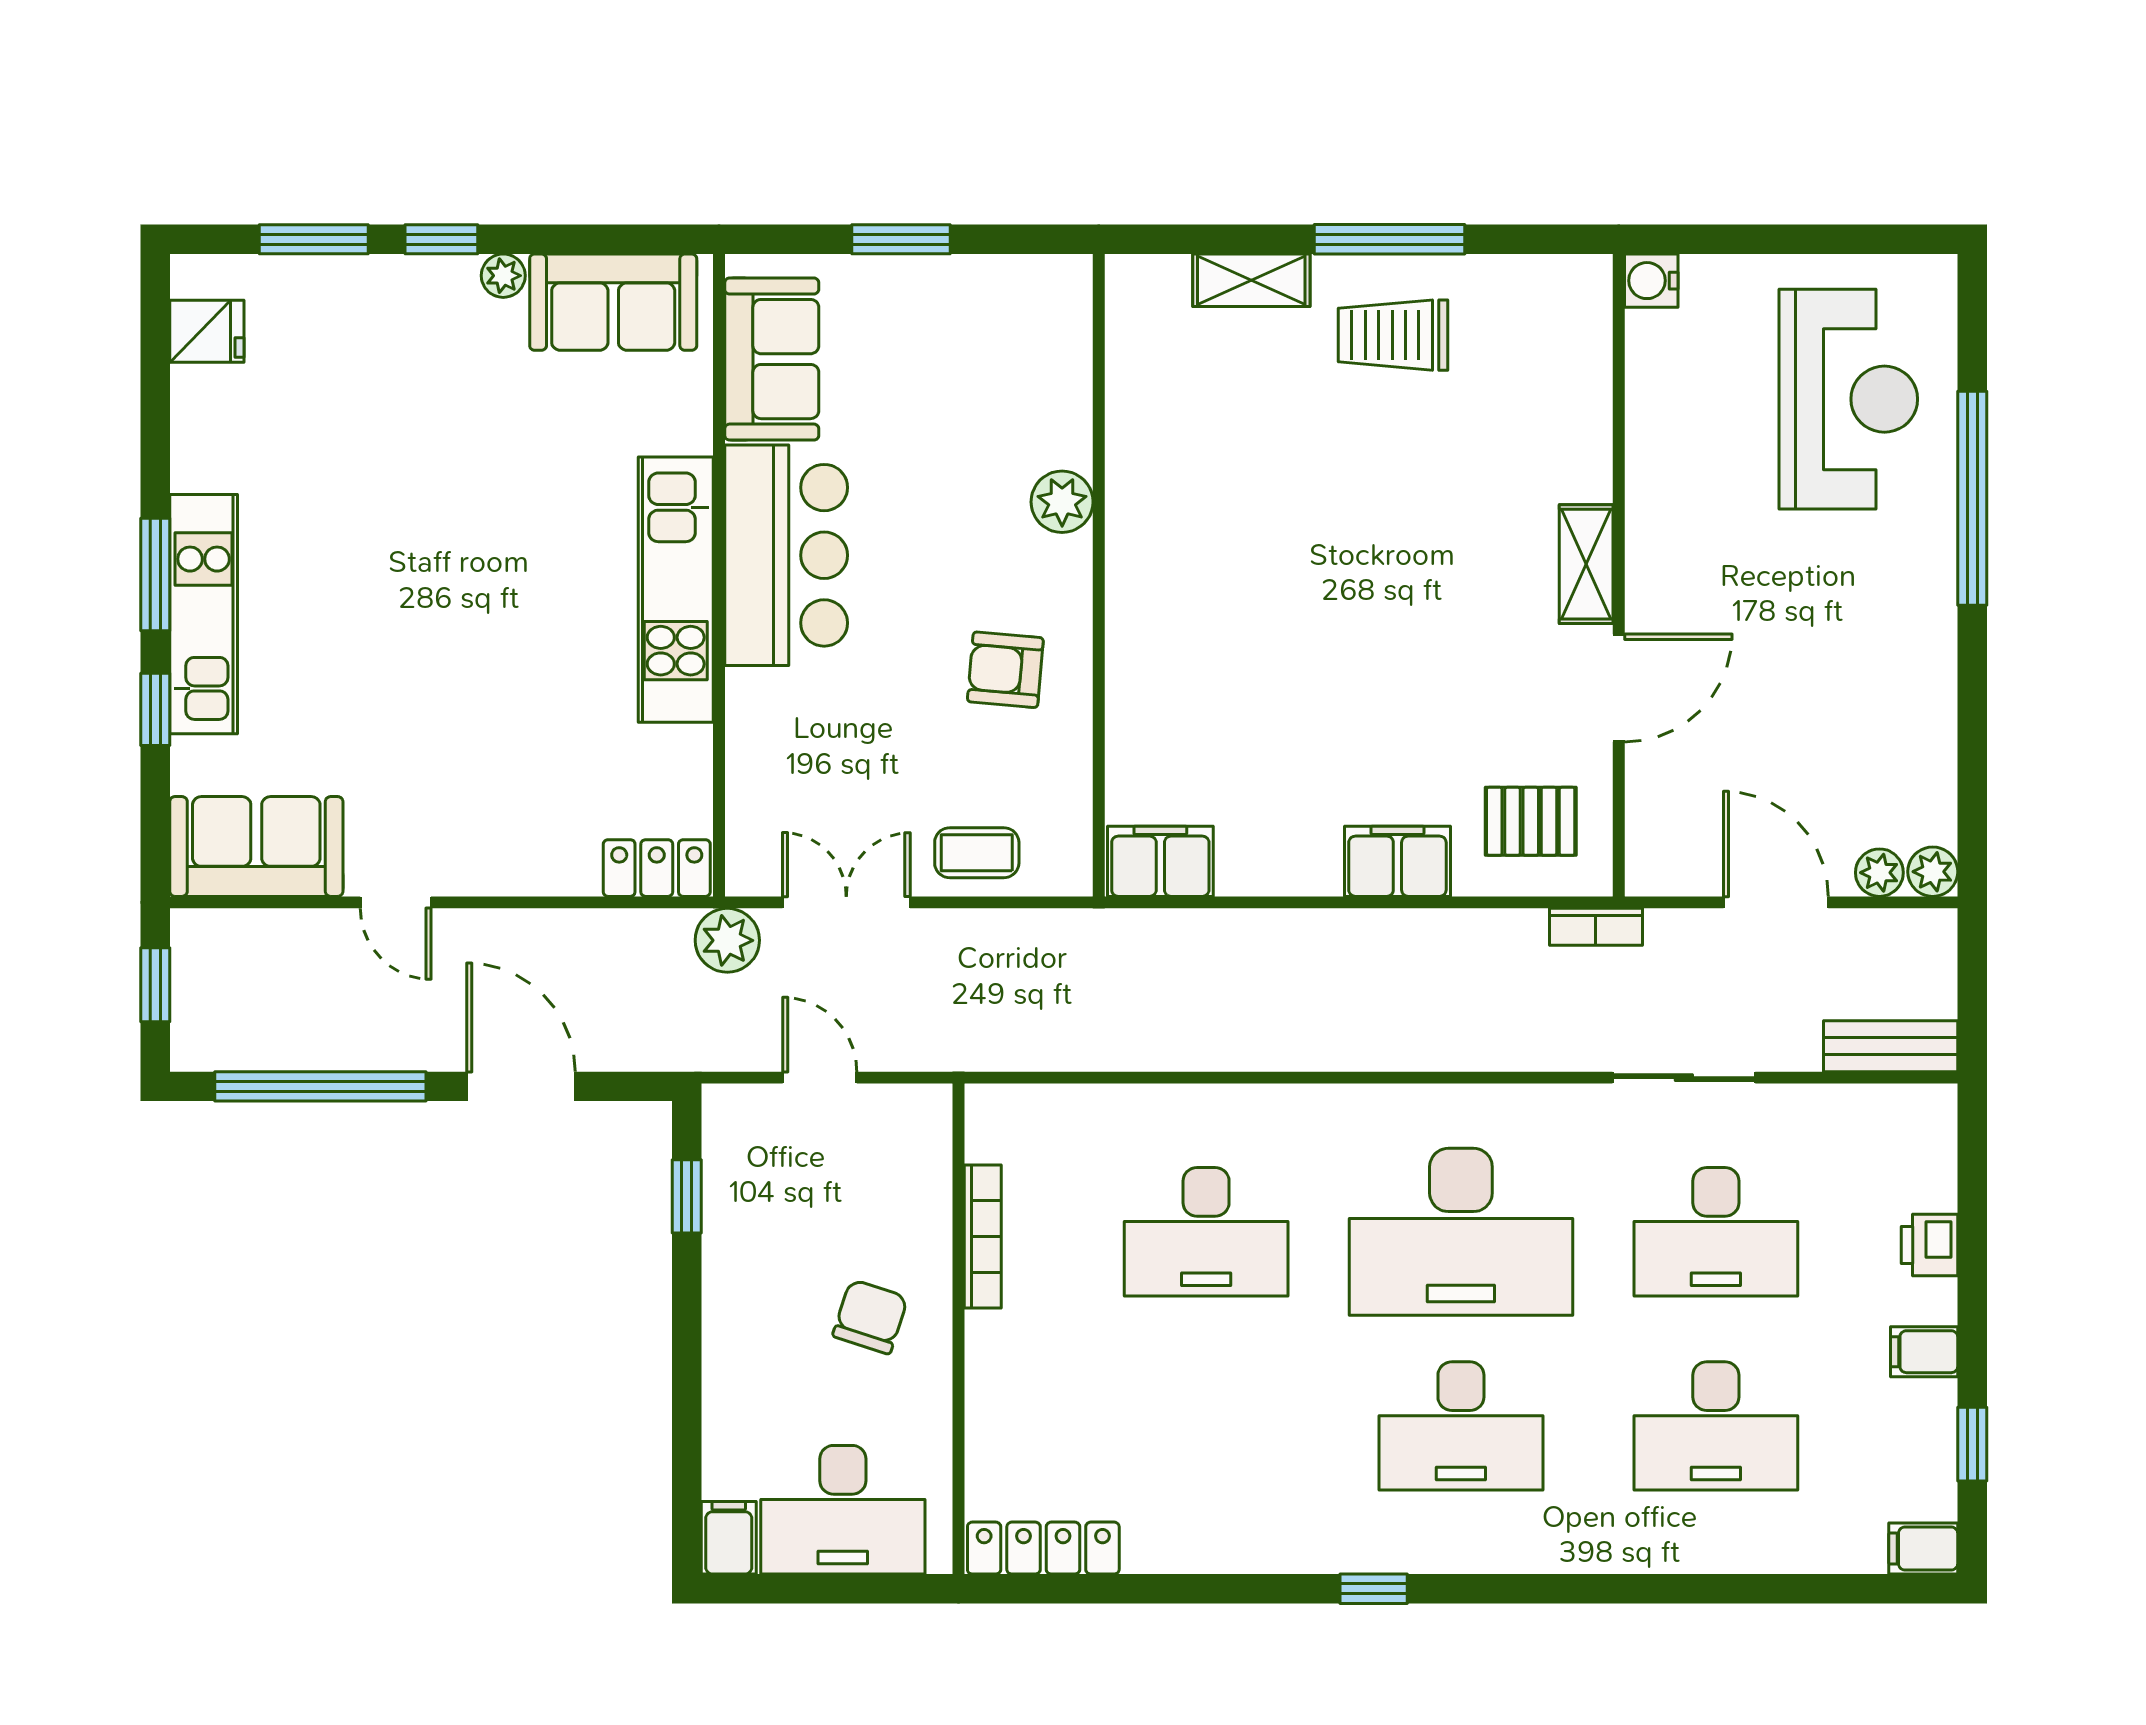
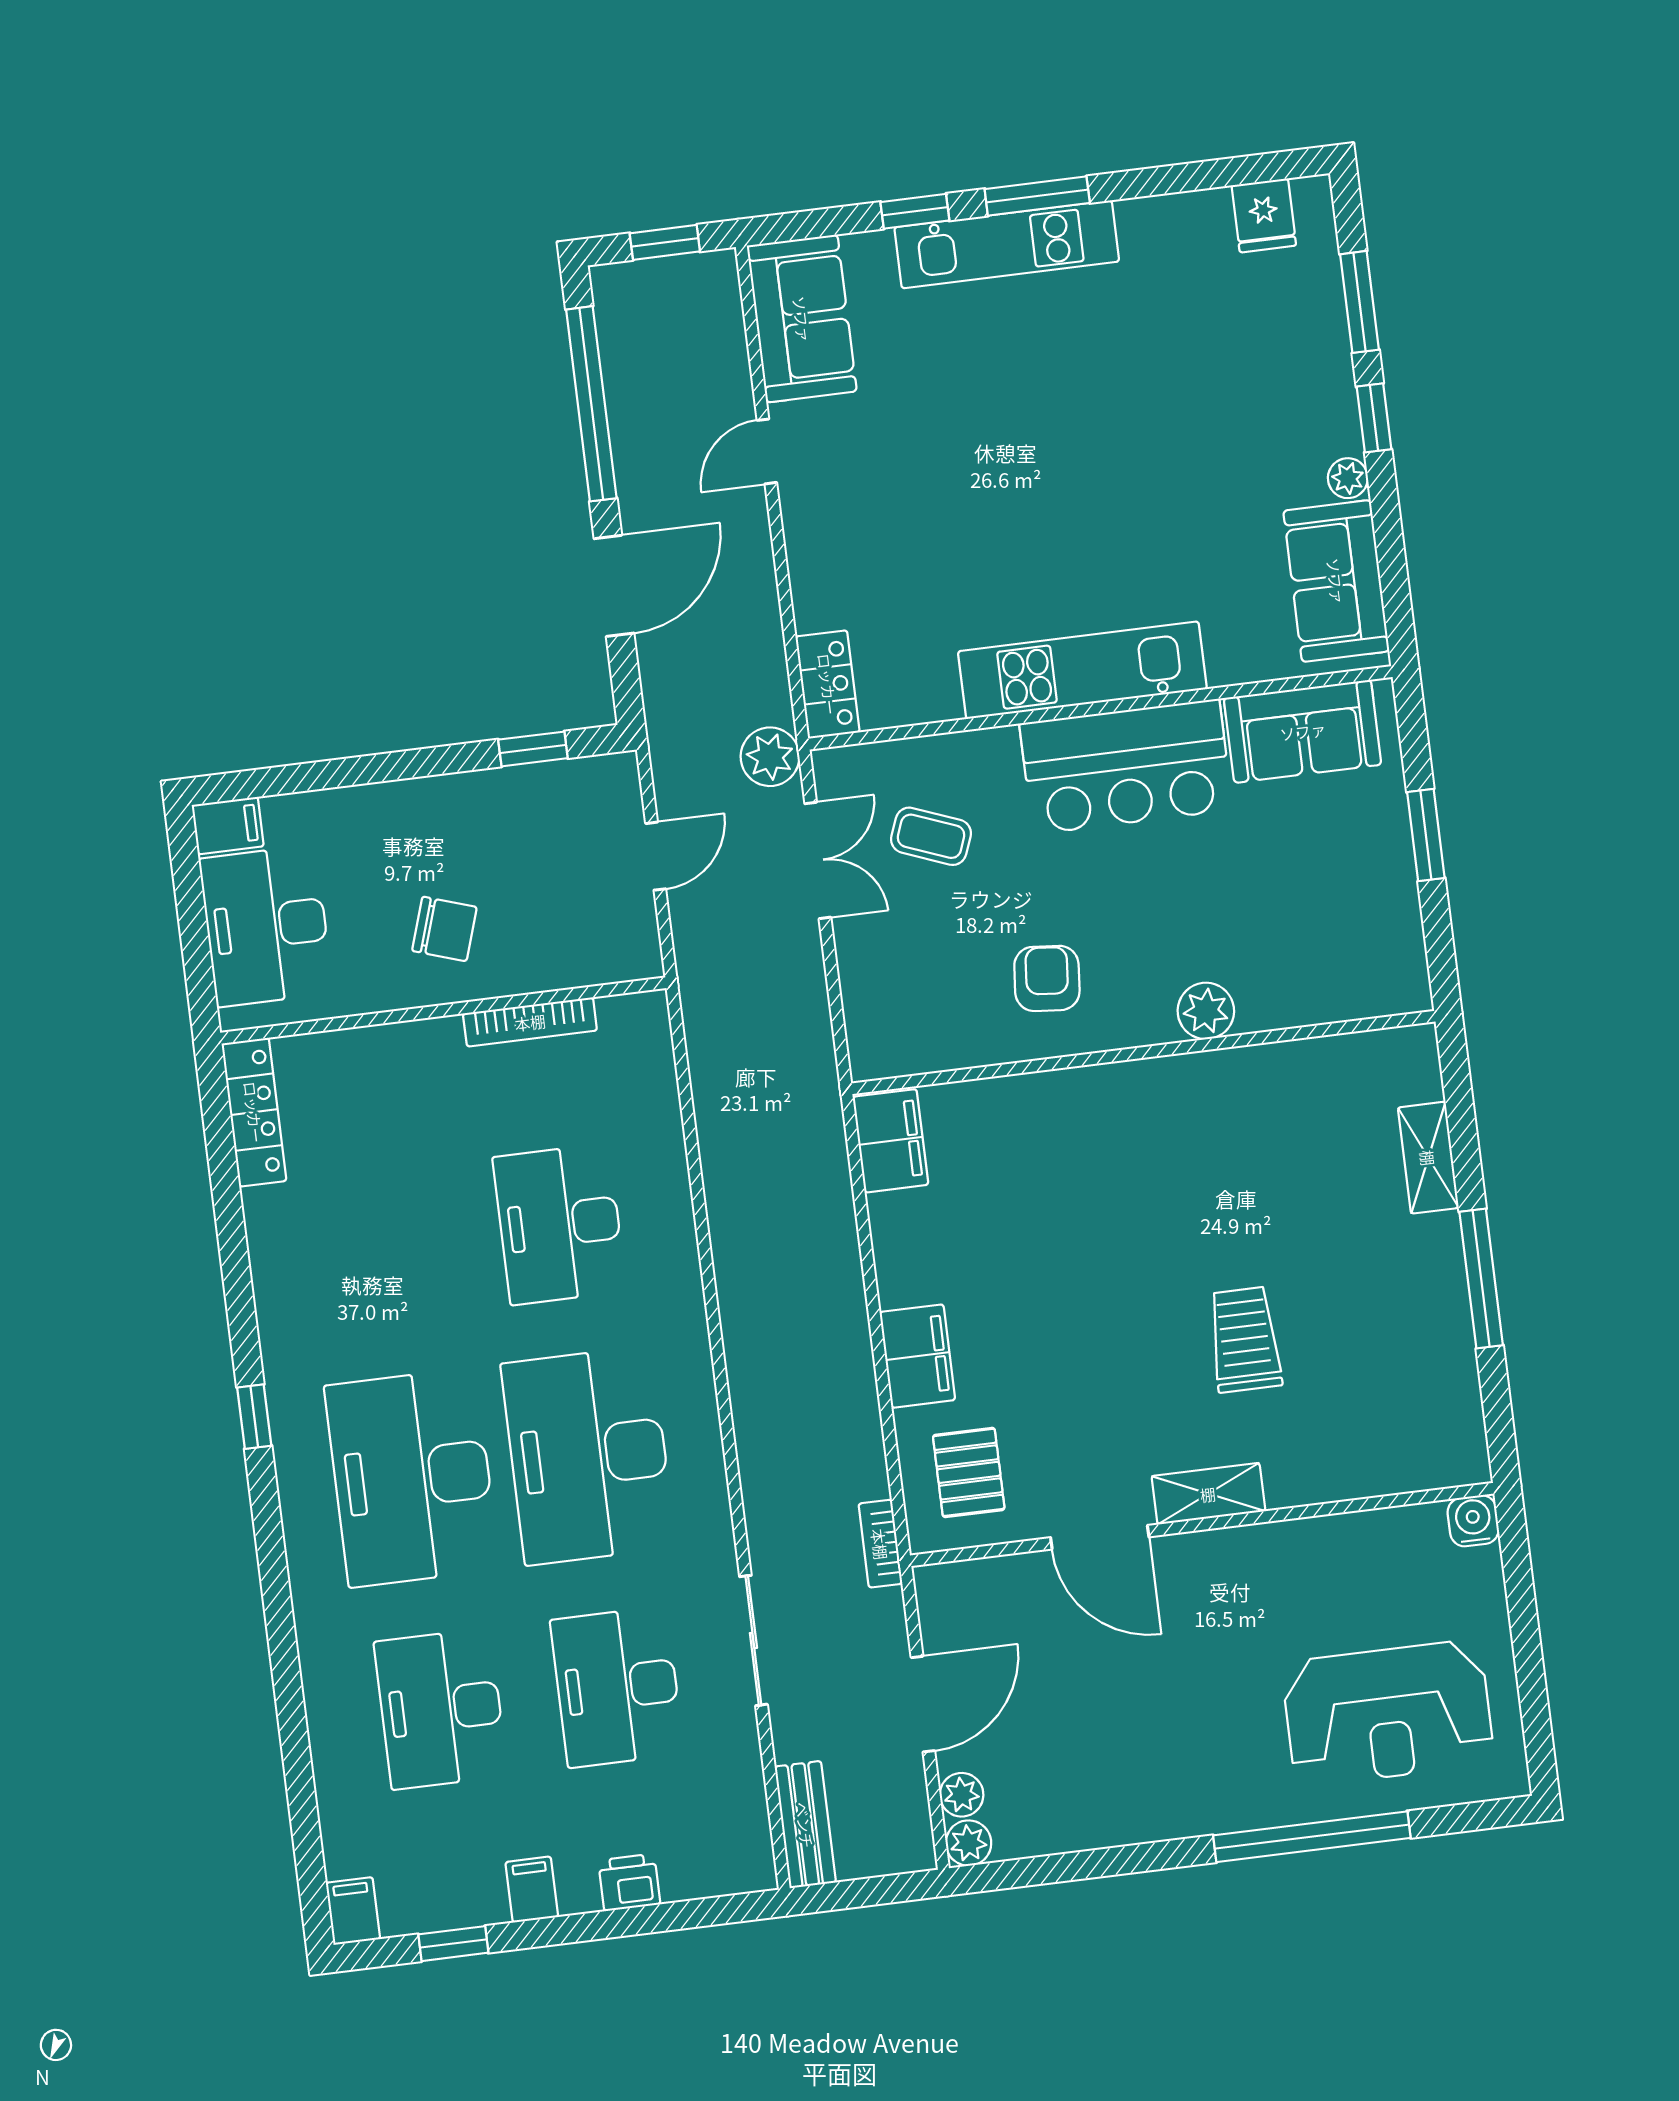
trolley: (1393, 335) -> (1245, 1340), moved
coffee table: (977, 853) -> (931, 836), moved, turned -69
desk: (1461, 1426) -> (412, 1478), width x1.36, depth x1.30

